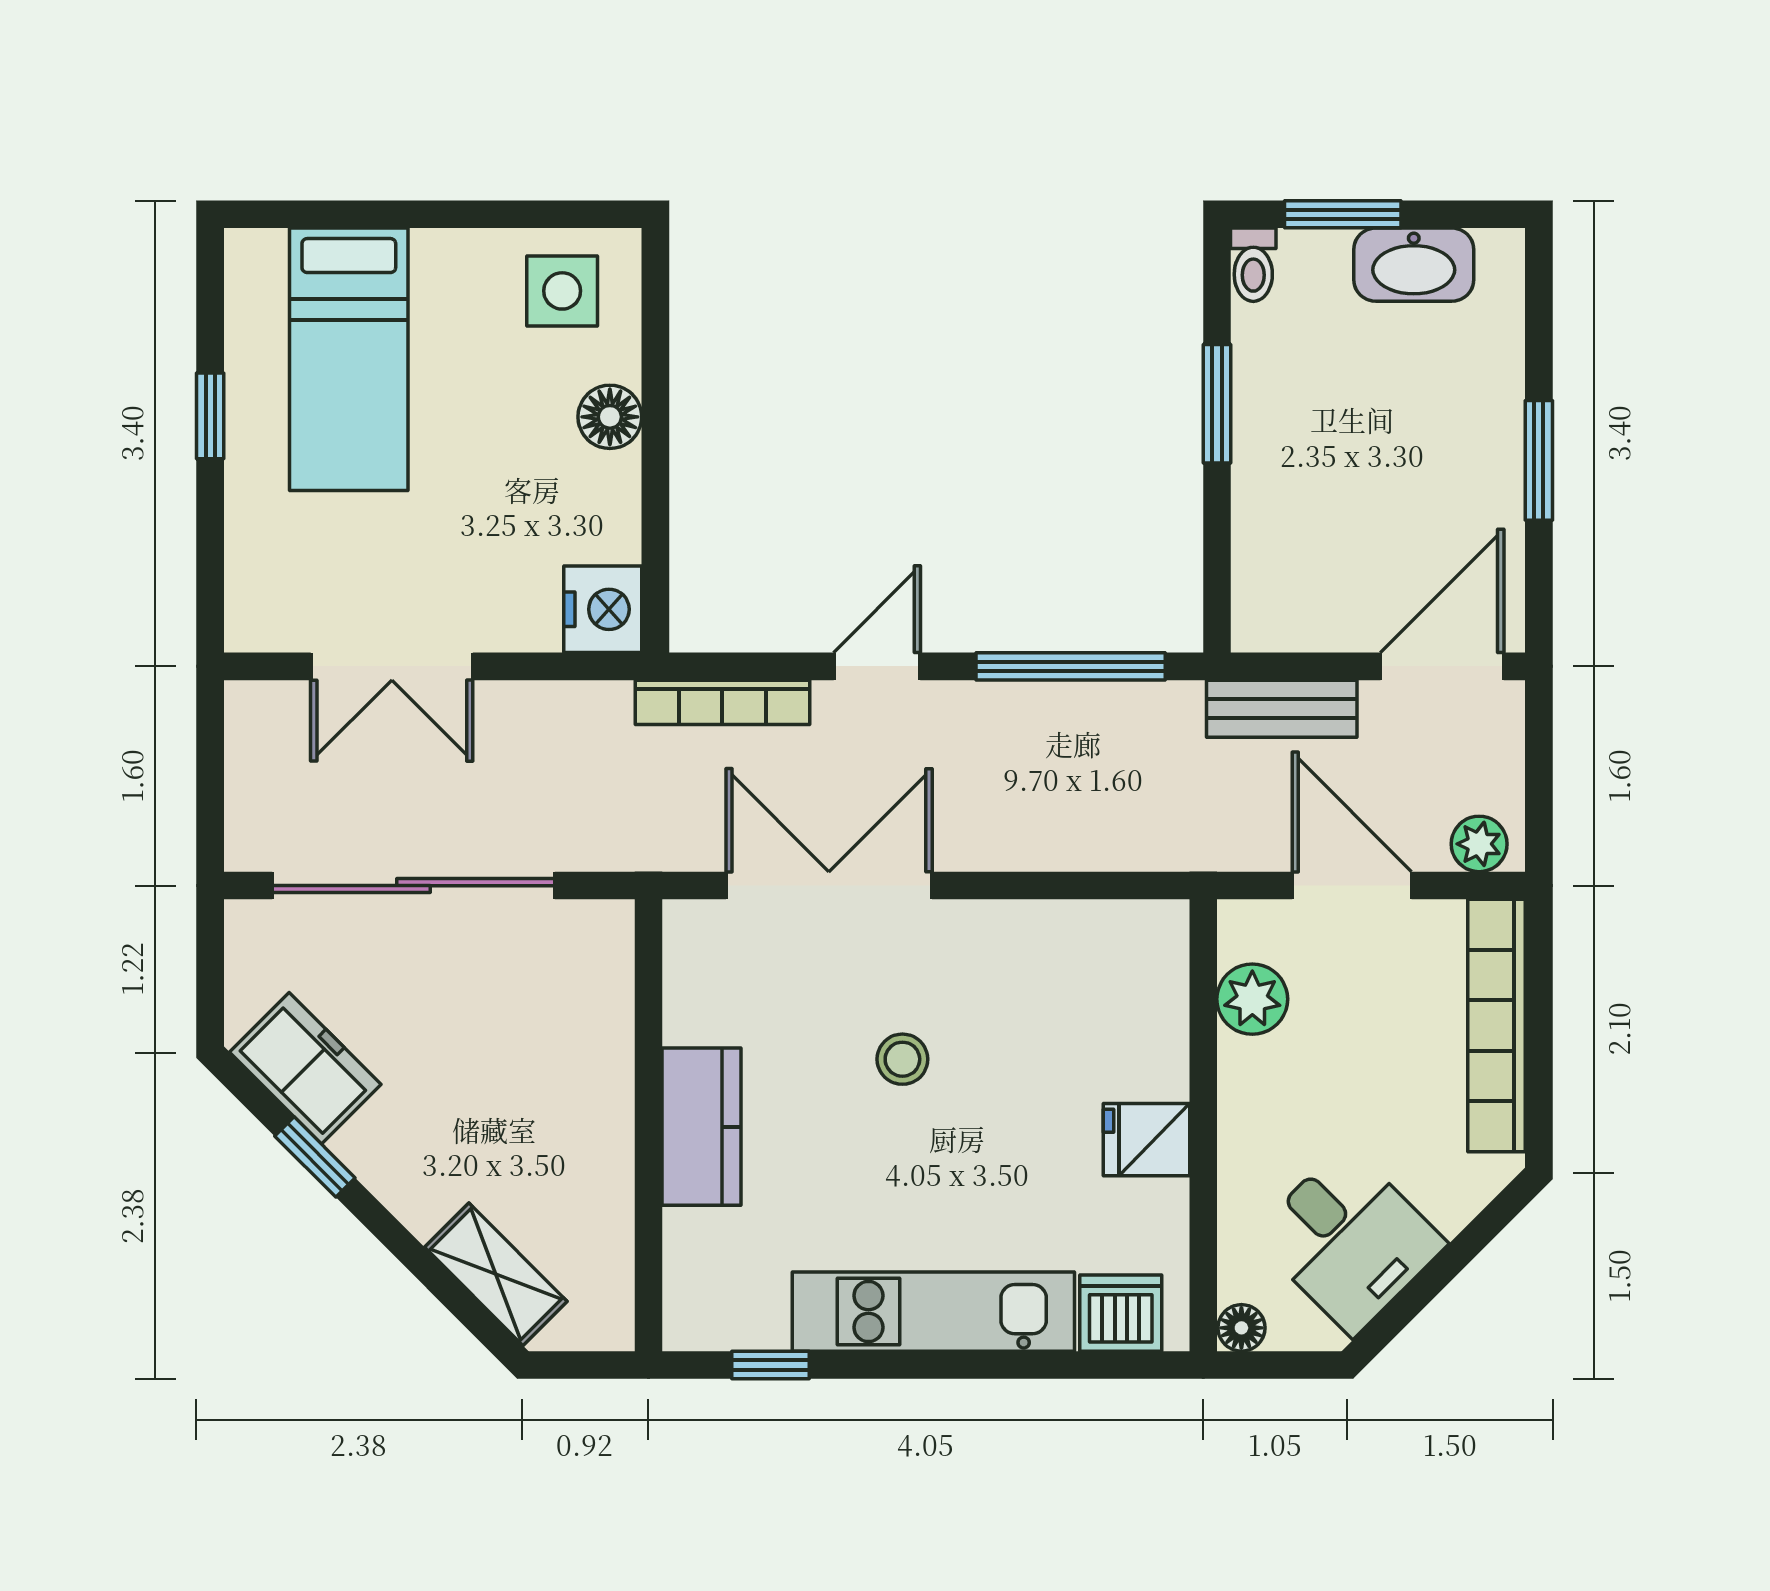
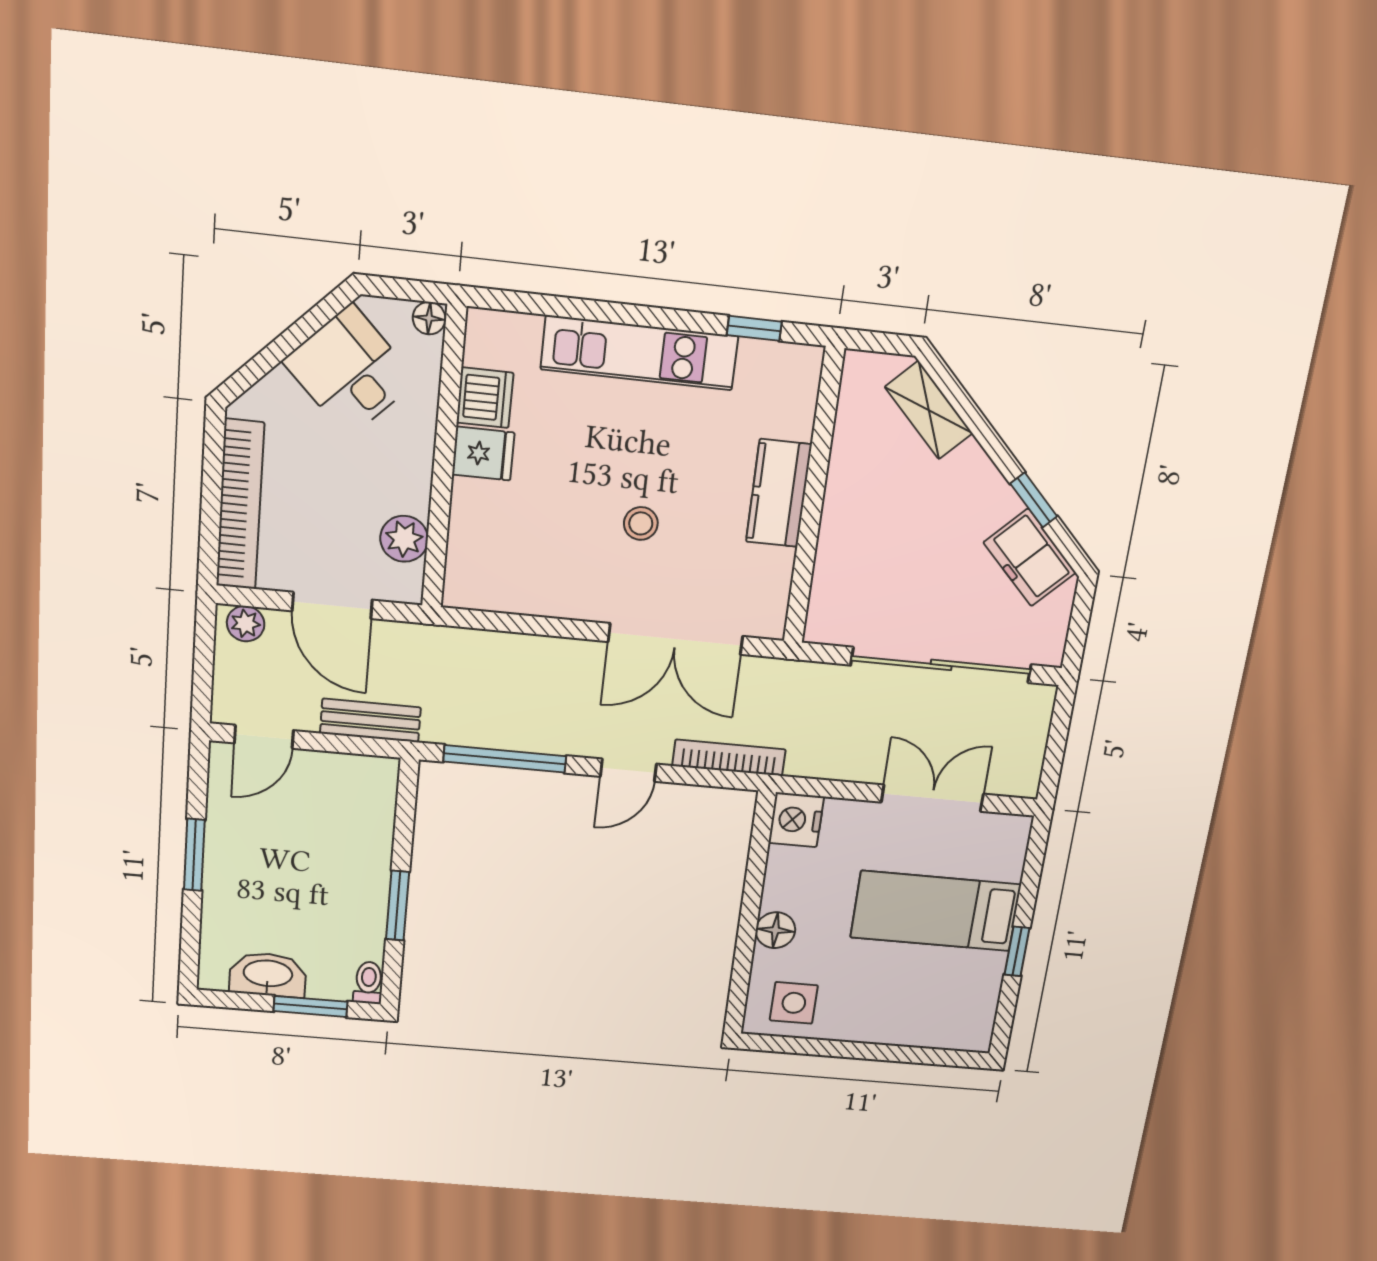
bed: (349, 359) -> (936, 911), moved, turned -90
door: (1442, 666) -> (264, 737), width x0.73
dishwasher: (1121, 1313) -> (485, 398), moved, turned -90

